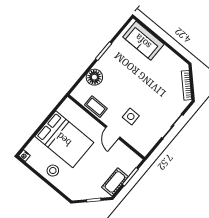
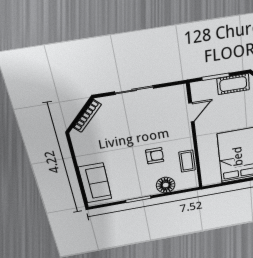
armchair: (121, 93) -> (155, 156), added
side table: (131, 117) -> (165, 129), removed
door: (113, 132) -> (191, 112), moved

